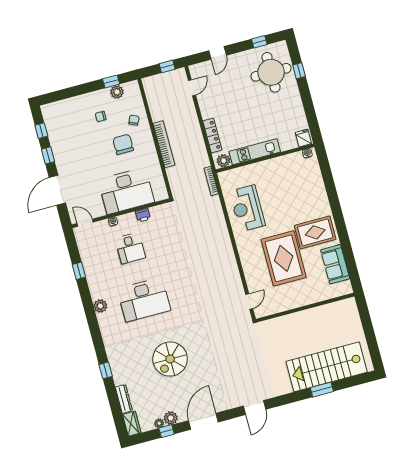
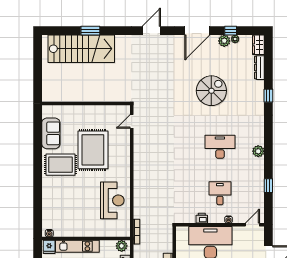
kitchen unit: (255, 152) -> (77, 246), moved
door: (85, 223) -> (252, 225), swing flipped
desk: (144, 300) -> (220, 147), width x0.73, depth x0.77

